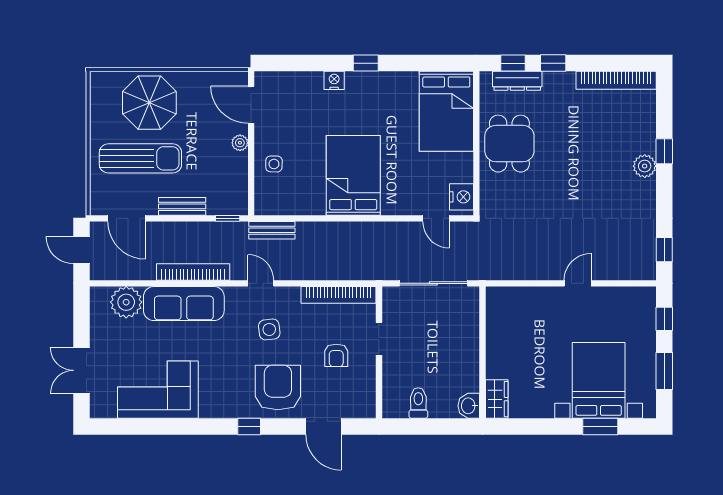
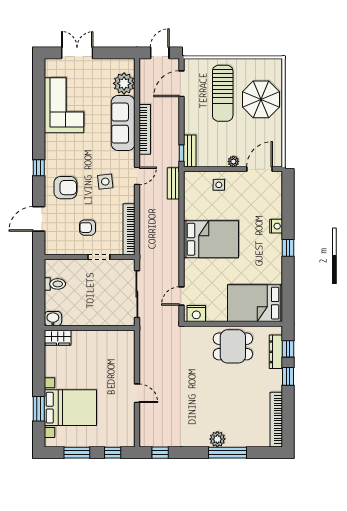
window: (664, 151) -> (228, 453), width x2.17
bench: (182, 206) -> (190, 151), moved
armchair: (278, 388) -> (65, 188), width x0.73, depth x0.73

